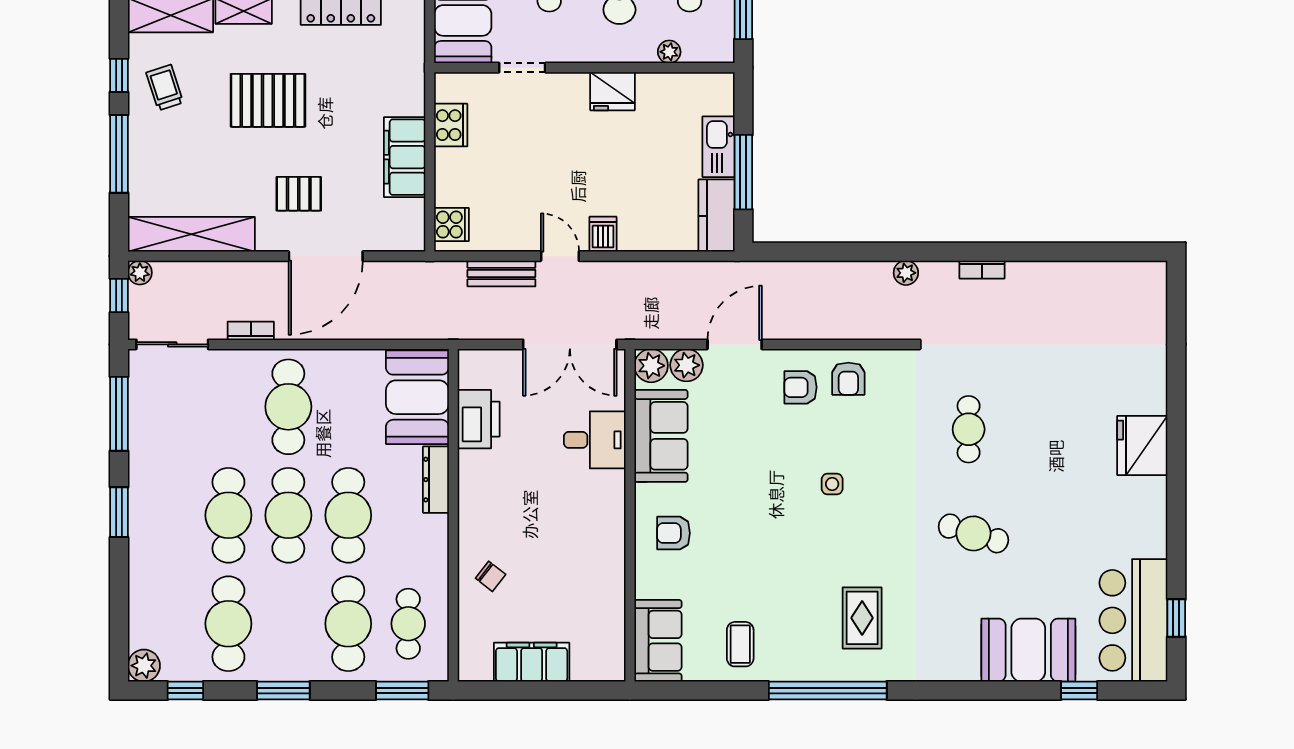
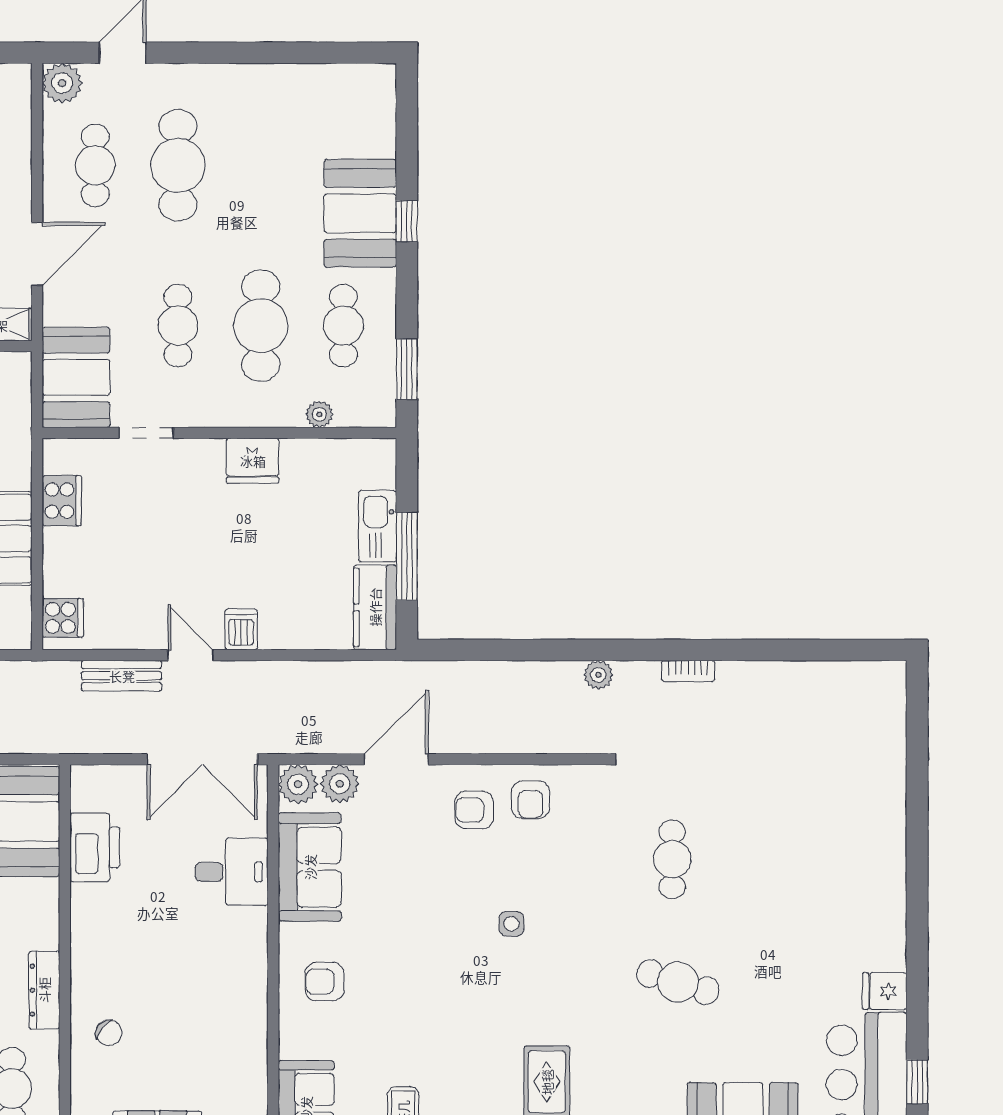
fridge: (1142, 446) -> (885, 991), moved, width x0.53, depth x0.75
dresser: (436, 480) -> (44, 990), moved

